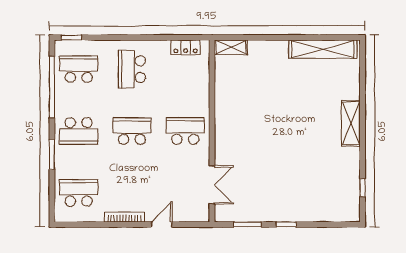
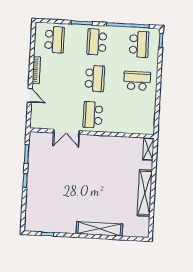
locker: (186, 47) -> (150, 118), removed
shelving: (323, 49) -> (145, 193), moved
shelving: (351, 123) -> (99, 229), width x1.47
school desk: (185, 131) -> (93, 115), turned 180
double door: (212, 185) -> (67, 132), moved

